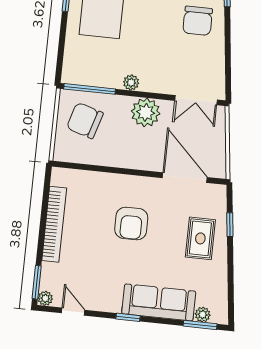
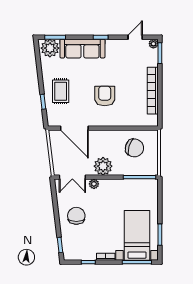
chair: (198, 21) -> (76, 216), moved
plant: (131, 83) -> (94, 184), moved
double door: (196, 100) -> (72, 177), swing flipped
chair: (85, 120) -> (134, 148), moved
door: (73, 312) -> (135, 37), swing flipped
plant: (203, 315) -> (50, 48), width x1.88, depth x1.88

